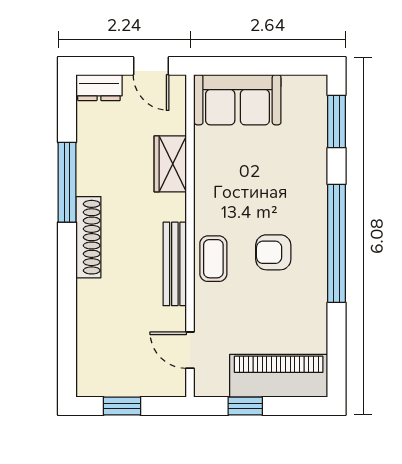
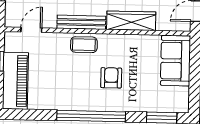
wardrobe: (170, 164) -> (131, 21), width x1.50
armchair: (273, 252) -> (111, 78), moved

